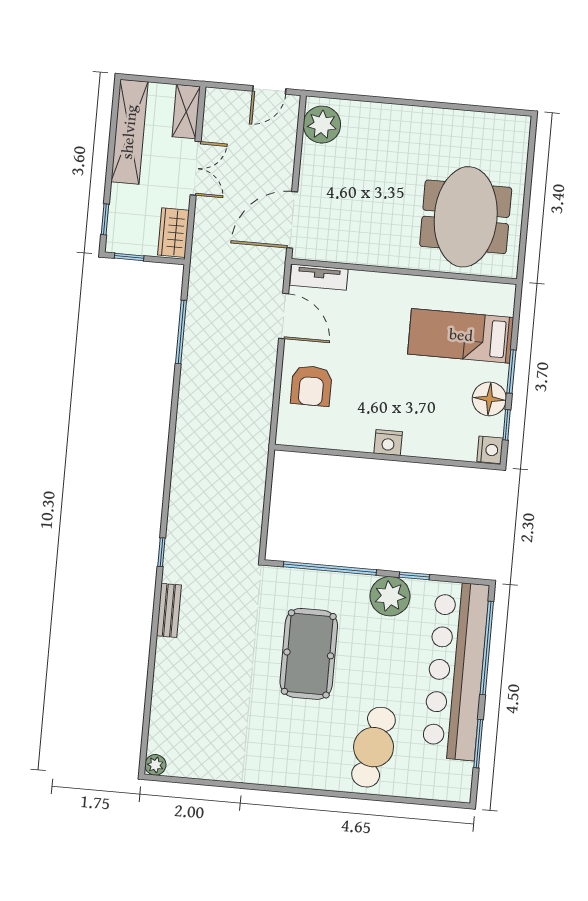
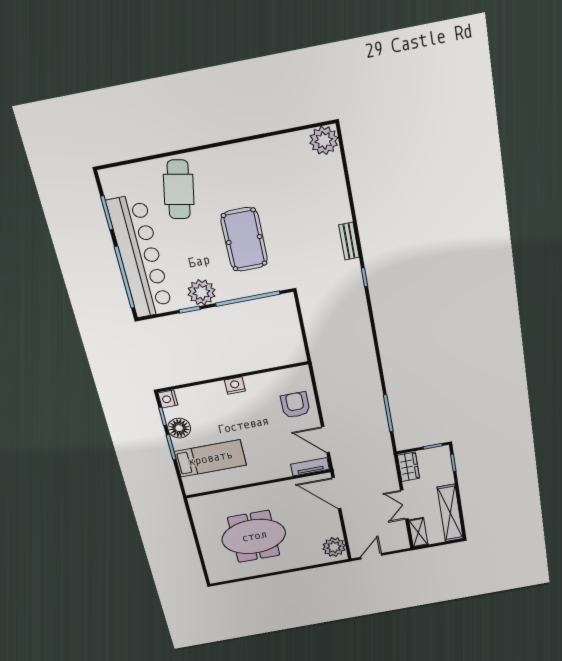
meeting table: (466, 217) -> (254, 536), moved, turned 90
door: (292, 220) -> (336, 493), swing flipped
plant: (155, 765) -> (324, 140), width x1.88, depth x1.88

